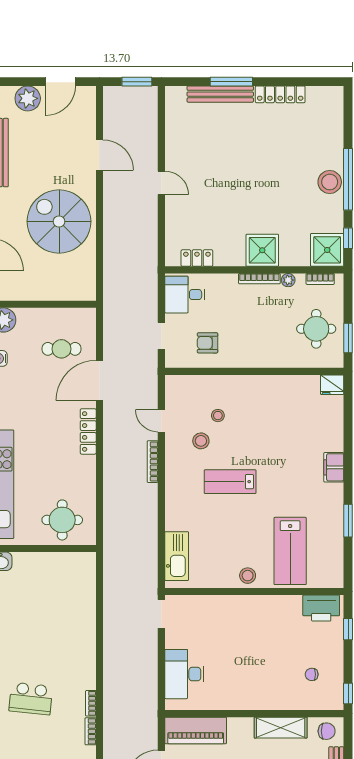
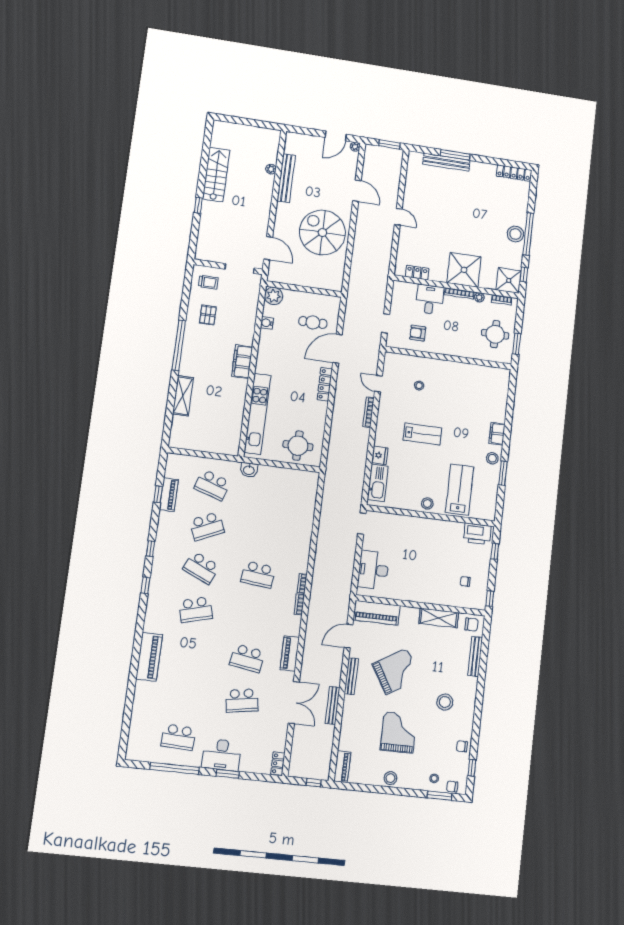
locker: (280, 94) -> (514, 173), moved
plant: (28, 98) -> (355, 147), moved, width x0.53, depth x0.53
shower: (262, 250) -> (464, 270), width x1.37, depth x1.37
desk: (185, 295) -> (430, 299), moved, turned 90
fridge: (332, 385) -> (380, 455), moved, turned -90
stool: (201, 441) -> (492, 458), moved
lab bench: (230, 482) -> (422, 434), turned 180
lab bench: (290, 551) -> (460, 490), turned 180

